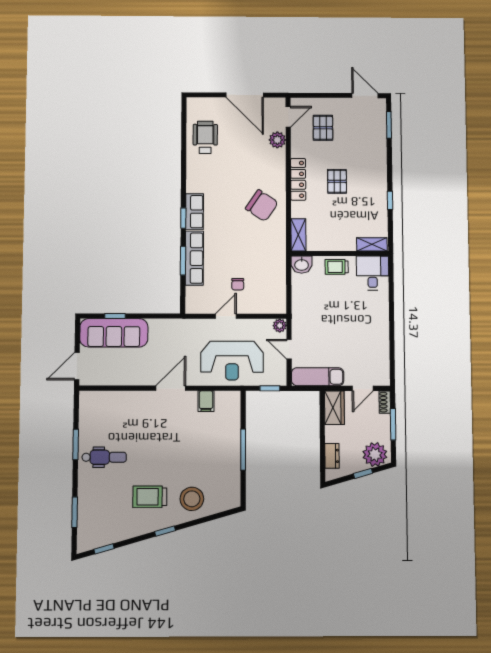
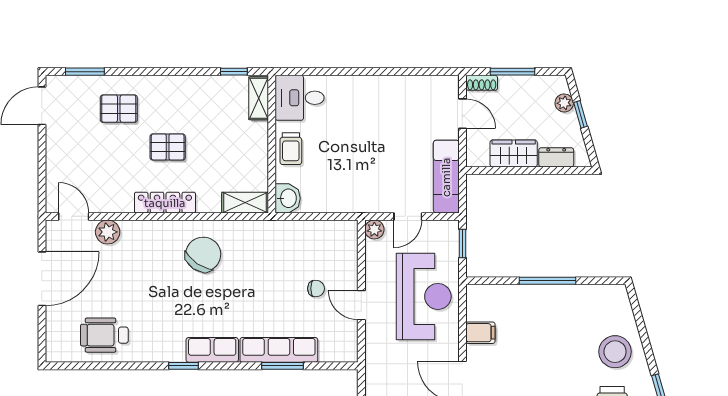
pallet: (323, 128) -> (119, 109), moved
window: (390, 200) -> (234, 72), moved
window: (183, 218) -> (184, 366), moved
wardrobe: (334, 408) -> (514, 153), moved
plant: (375, 454) -> (564, 103), width x0.53, depth x0.53

